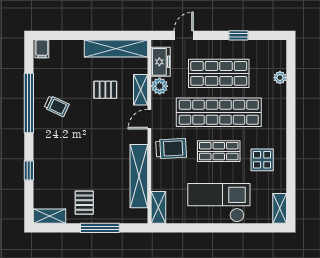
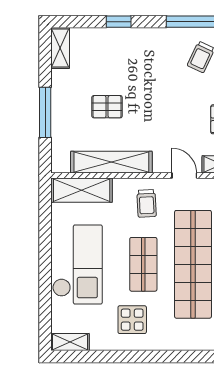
trolley: (171, 149) -> (147, 203), width x0.73, depth x0.72
pallet: (84, 203) -> (107, 107), moved
shelving: (158, 207) -> (82, 190), width x1.50, depth x1.33

